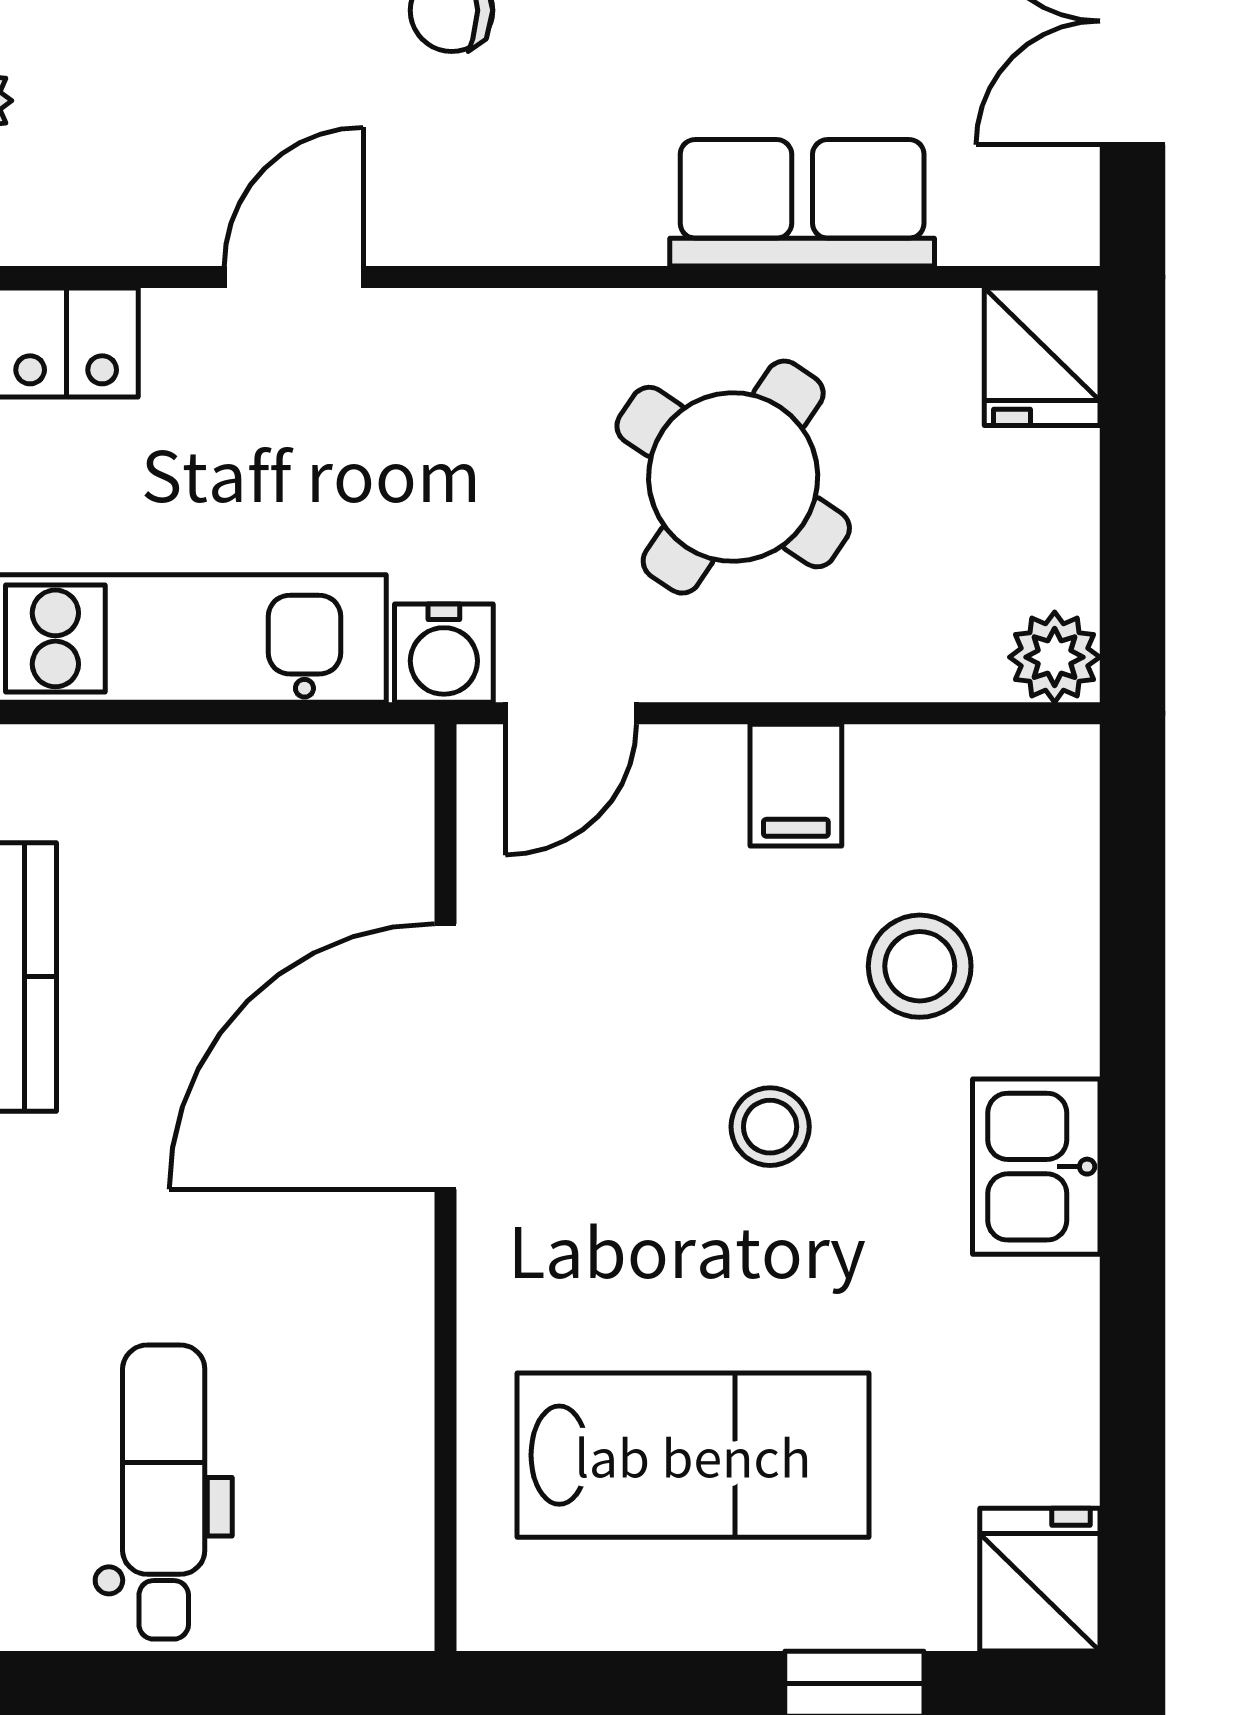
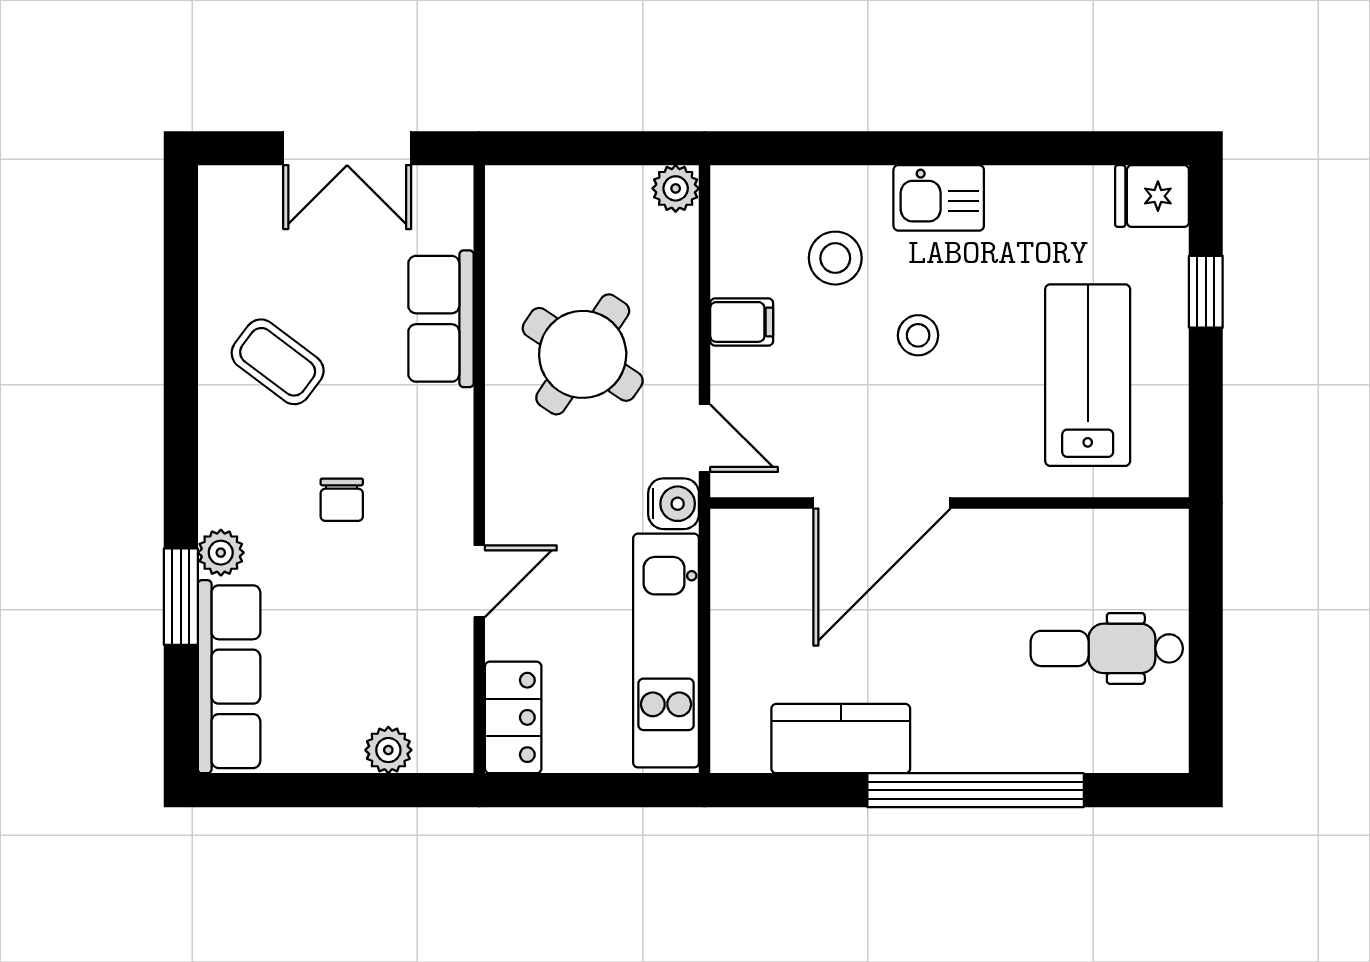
door: (294, 277) -> (479, 581), swing flipped
fridge: (1042, 357) -> (521, 195), removed
door: (445, 1057) -> (882, 503), hinge flipped

